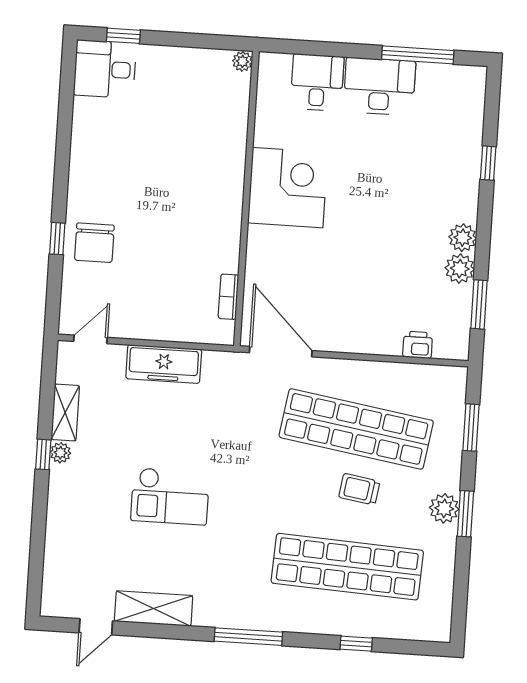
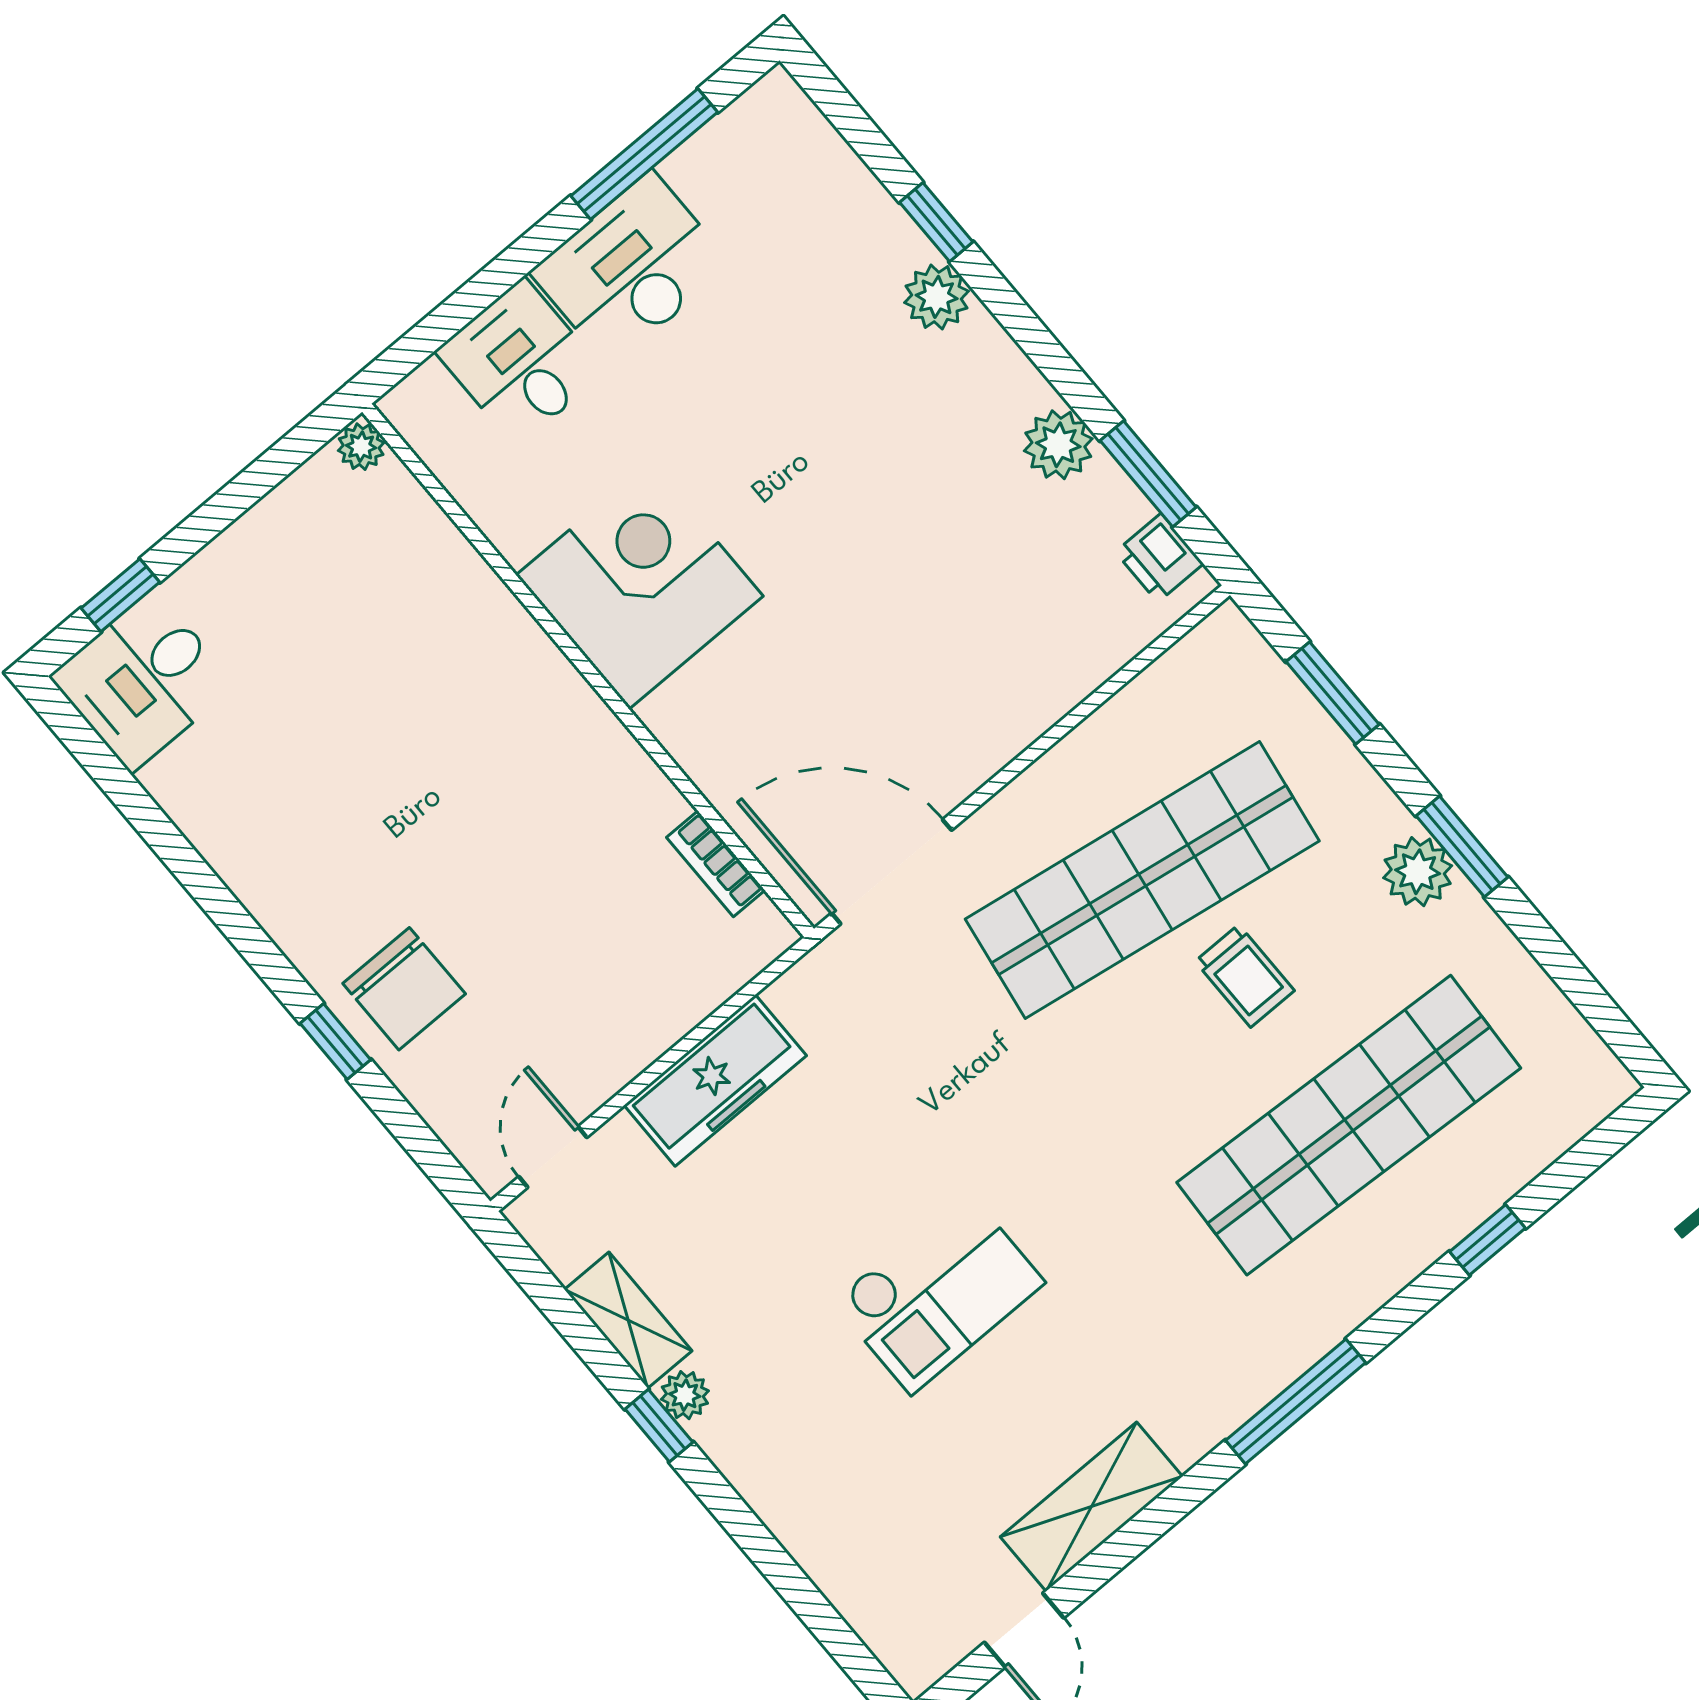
plant: (463, 238) -> (937, 297), moved
printer: (418, 345) -> (1159, 558), moved, turned -90
trolley: (359, 489) -> (1245, 976), turned -99

